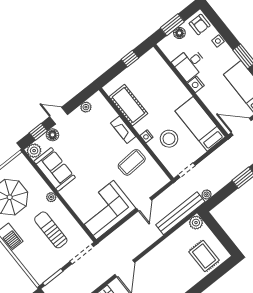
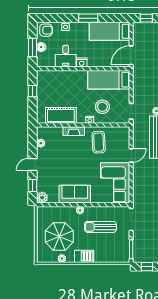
floor lamp: (52, 135) -> (41, 178), removed
sofa: (55, 169) -> (75, 194), moved
door: (144, 204) -> (131, 155), hinge flipped

